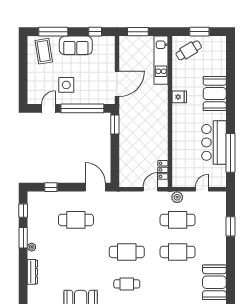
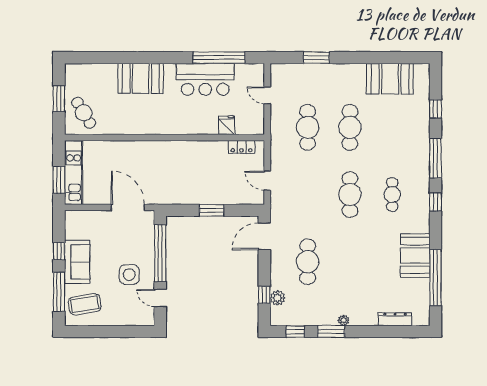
window: (95, 32) -> (59, 251), moved
kitchen unit: (161, 60) -> (74, 173), moved, turned -90
fridge: (179, 97) -> (227, 125), moved
window: (115, 124) -> (212, 210), moved
door: (150, 189) -> (267, 181), moved
plant: (177, 197) -> (278, 298), moved
dresser: (32, 272) -> (395, 319), moved

